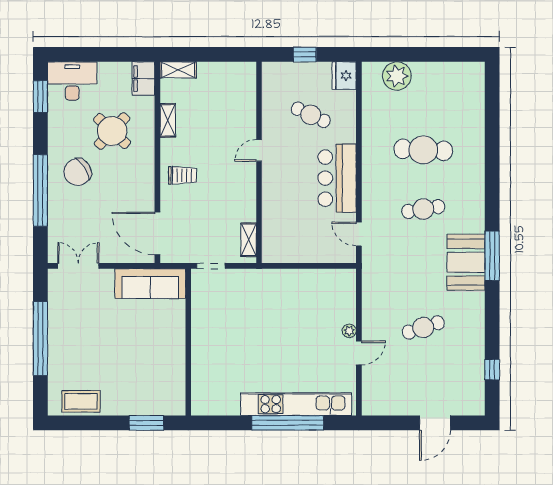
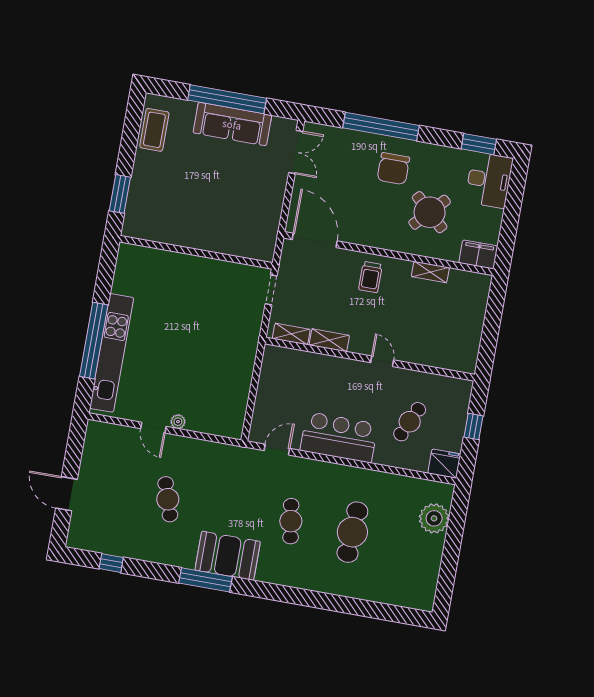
shelving: (178, 70) -> (329, 340), moved, turned 90
chair: (78, 172) -> (393, 169), turned -147
door: (157, 233) -> (315, 240), hinge flipped
window: (492, 256) -> (206, 580), moved
sofa: (150, 284) -> (232, 124), moved, turned -90

